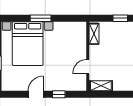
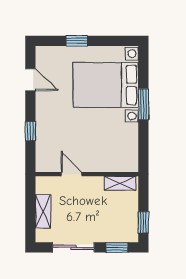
shelving: (101, 86) -> (43, 211), moved
door: (36, 94) -> (30, 80), moved

